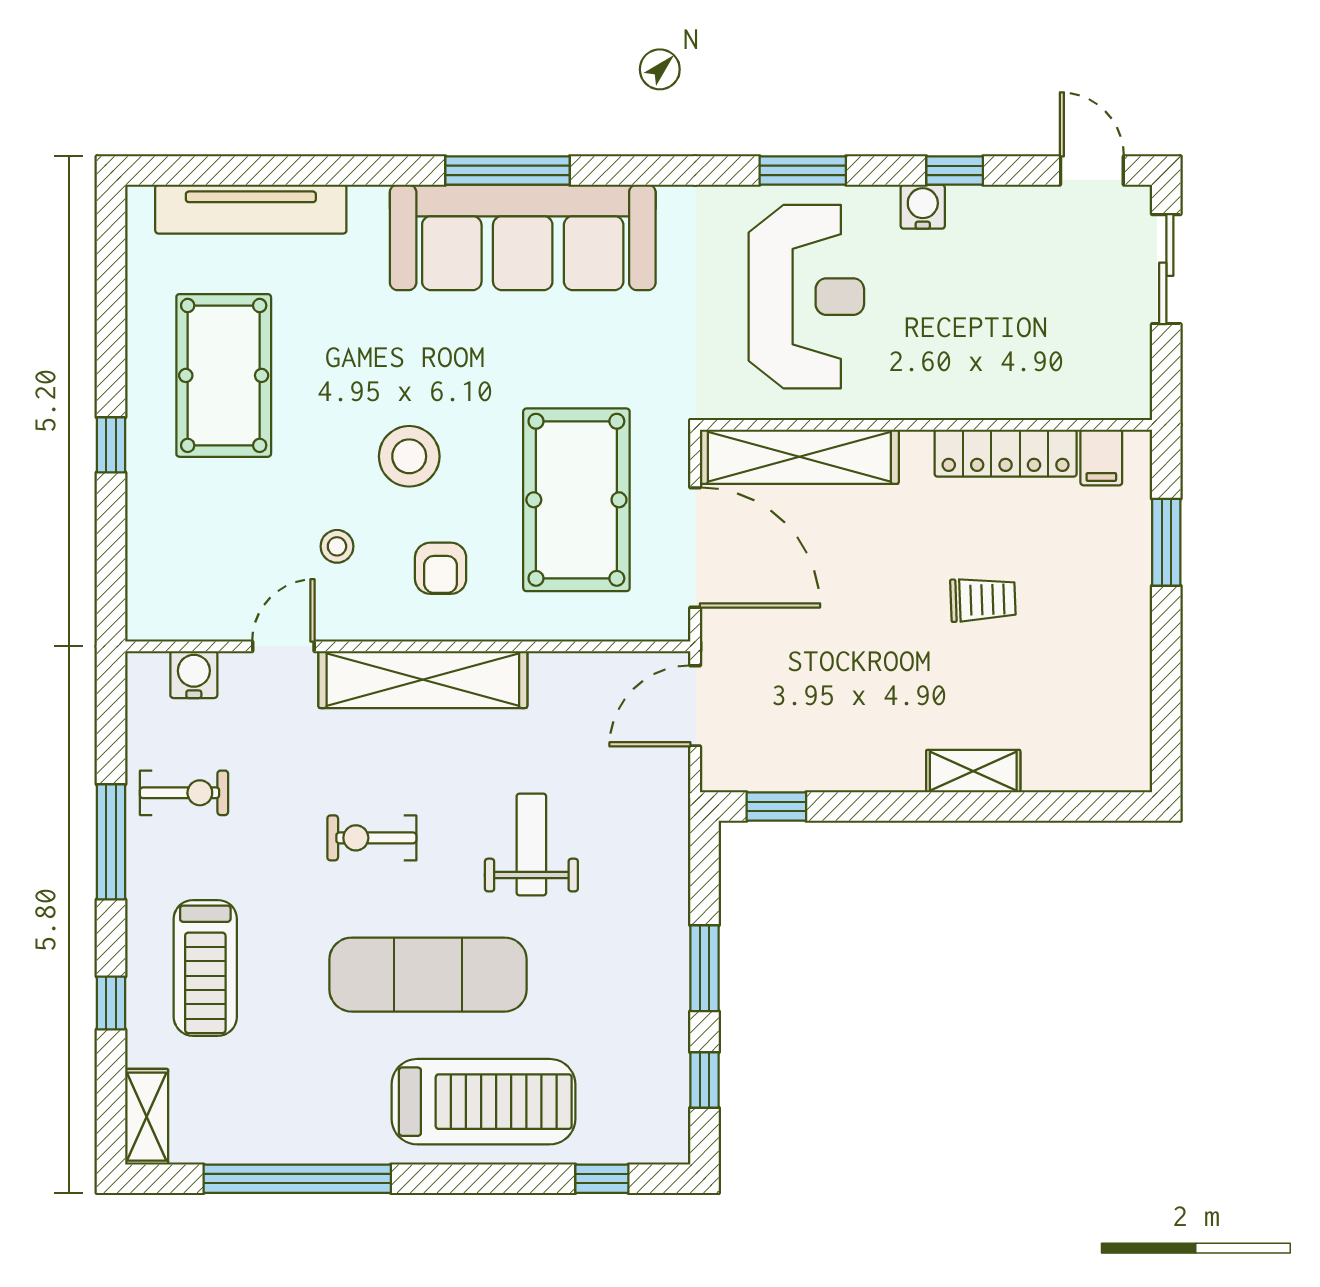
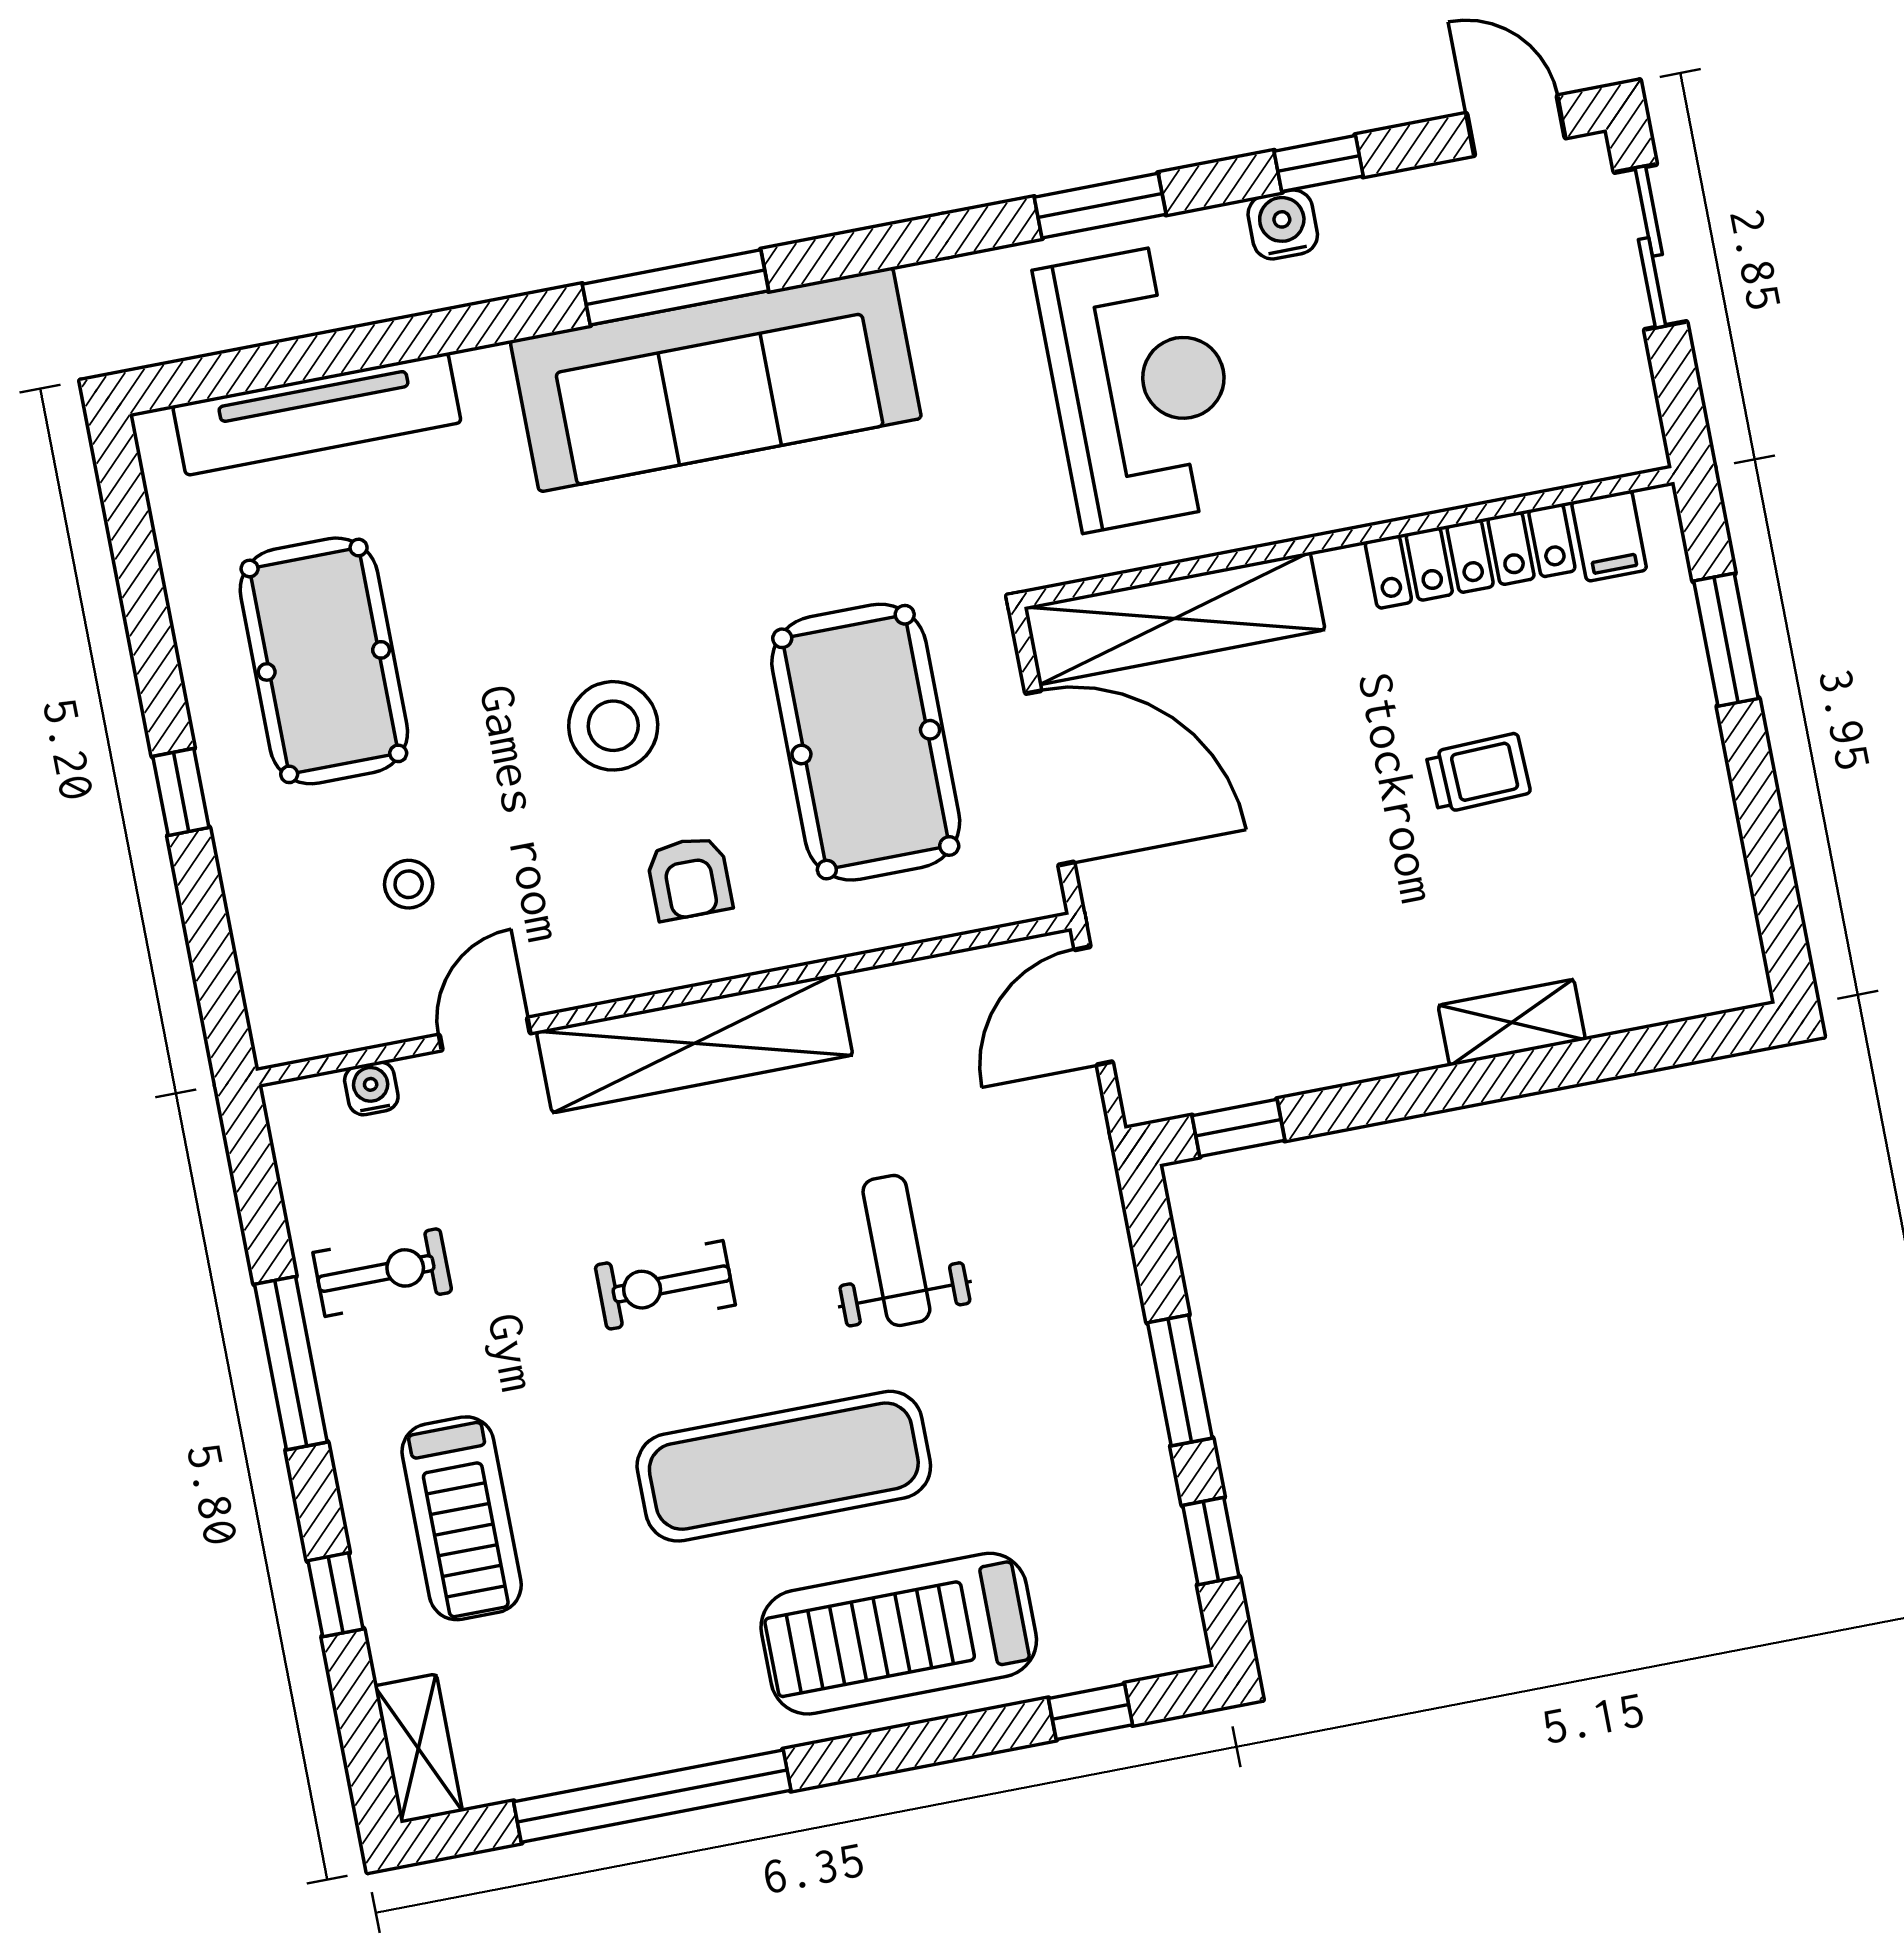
stool: (337, 546) -> (409, 884), moved
water cooler: (194, 675) -> (371, 1088), width x0.72, depth x0.72
treadmill: (483, 1102) -> (899, 1634), turned 180

